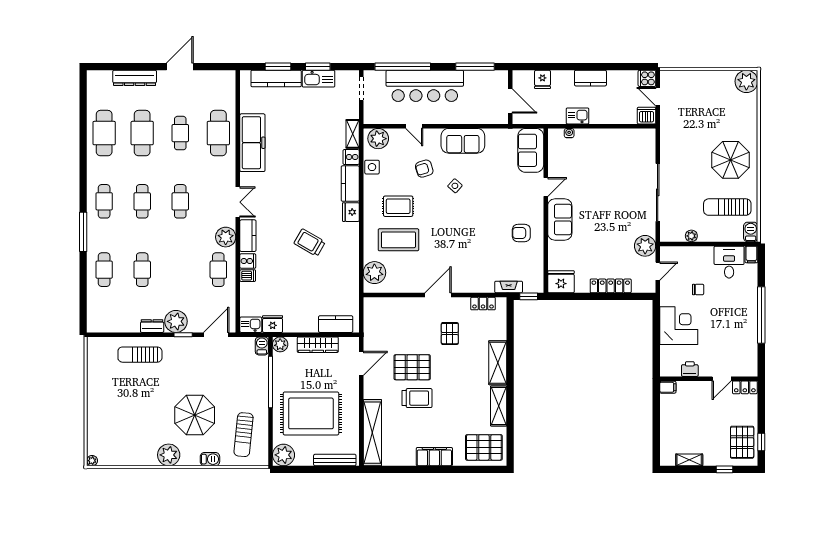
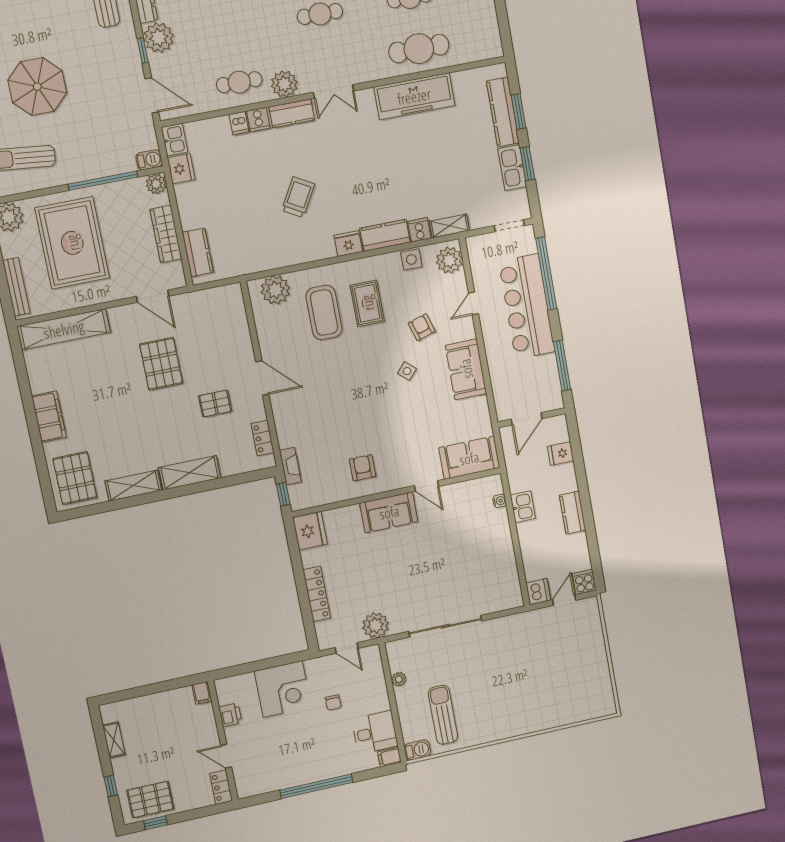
plant: (746, 81) -> (601, 703), removed
parasol: (730, 160) -> (502, 706), removed
trolley: (417, 398) -> (122, 378), removed

